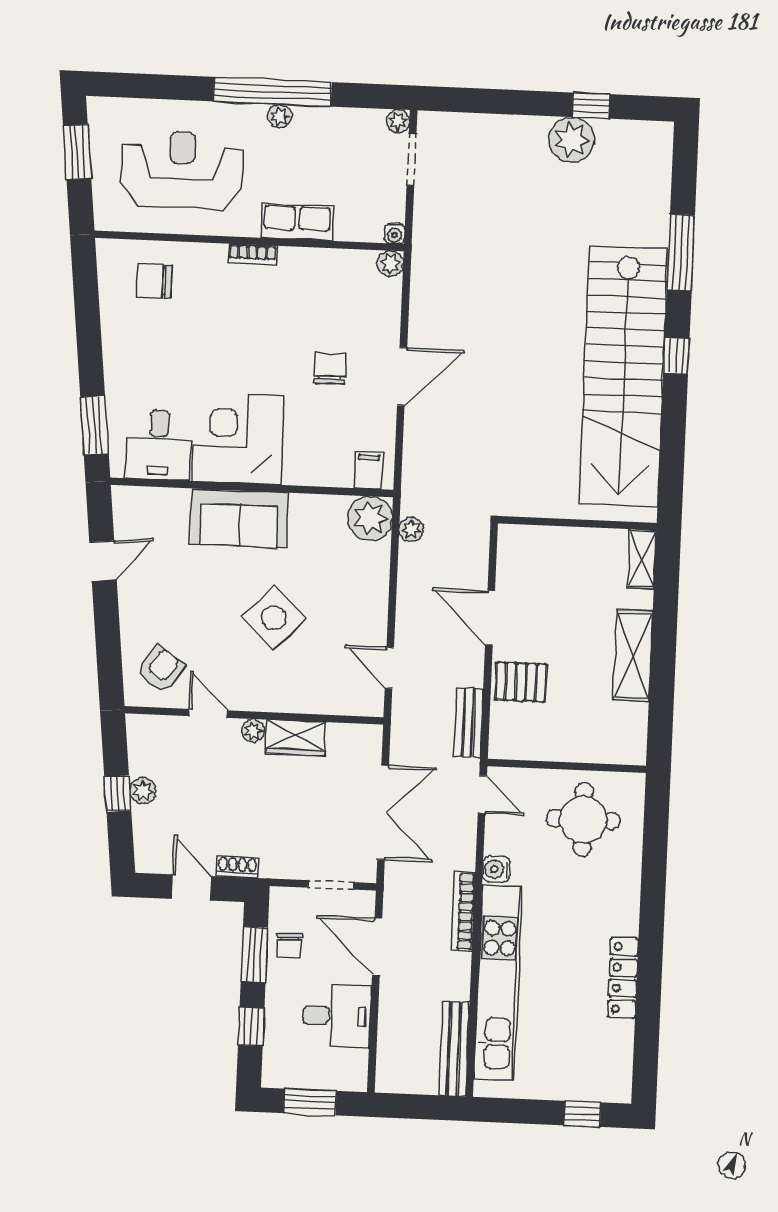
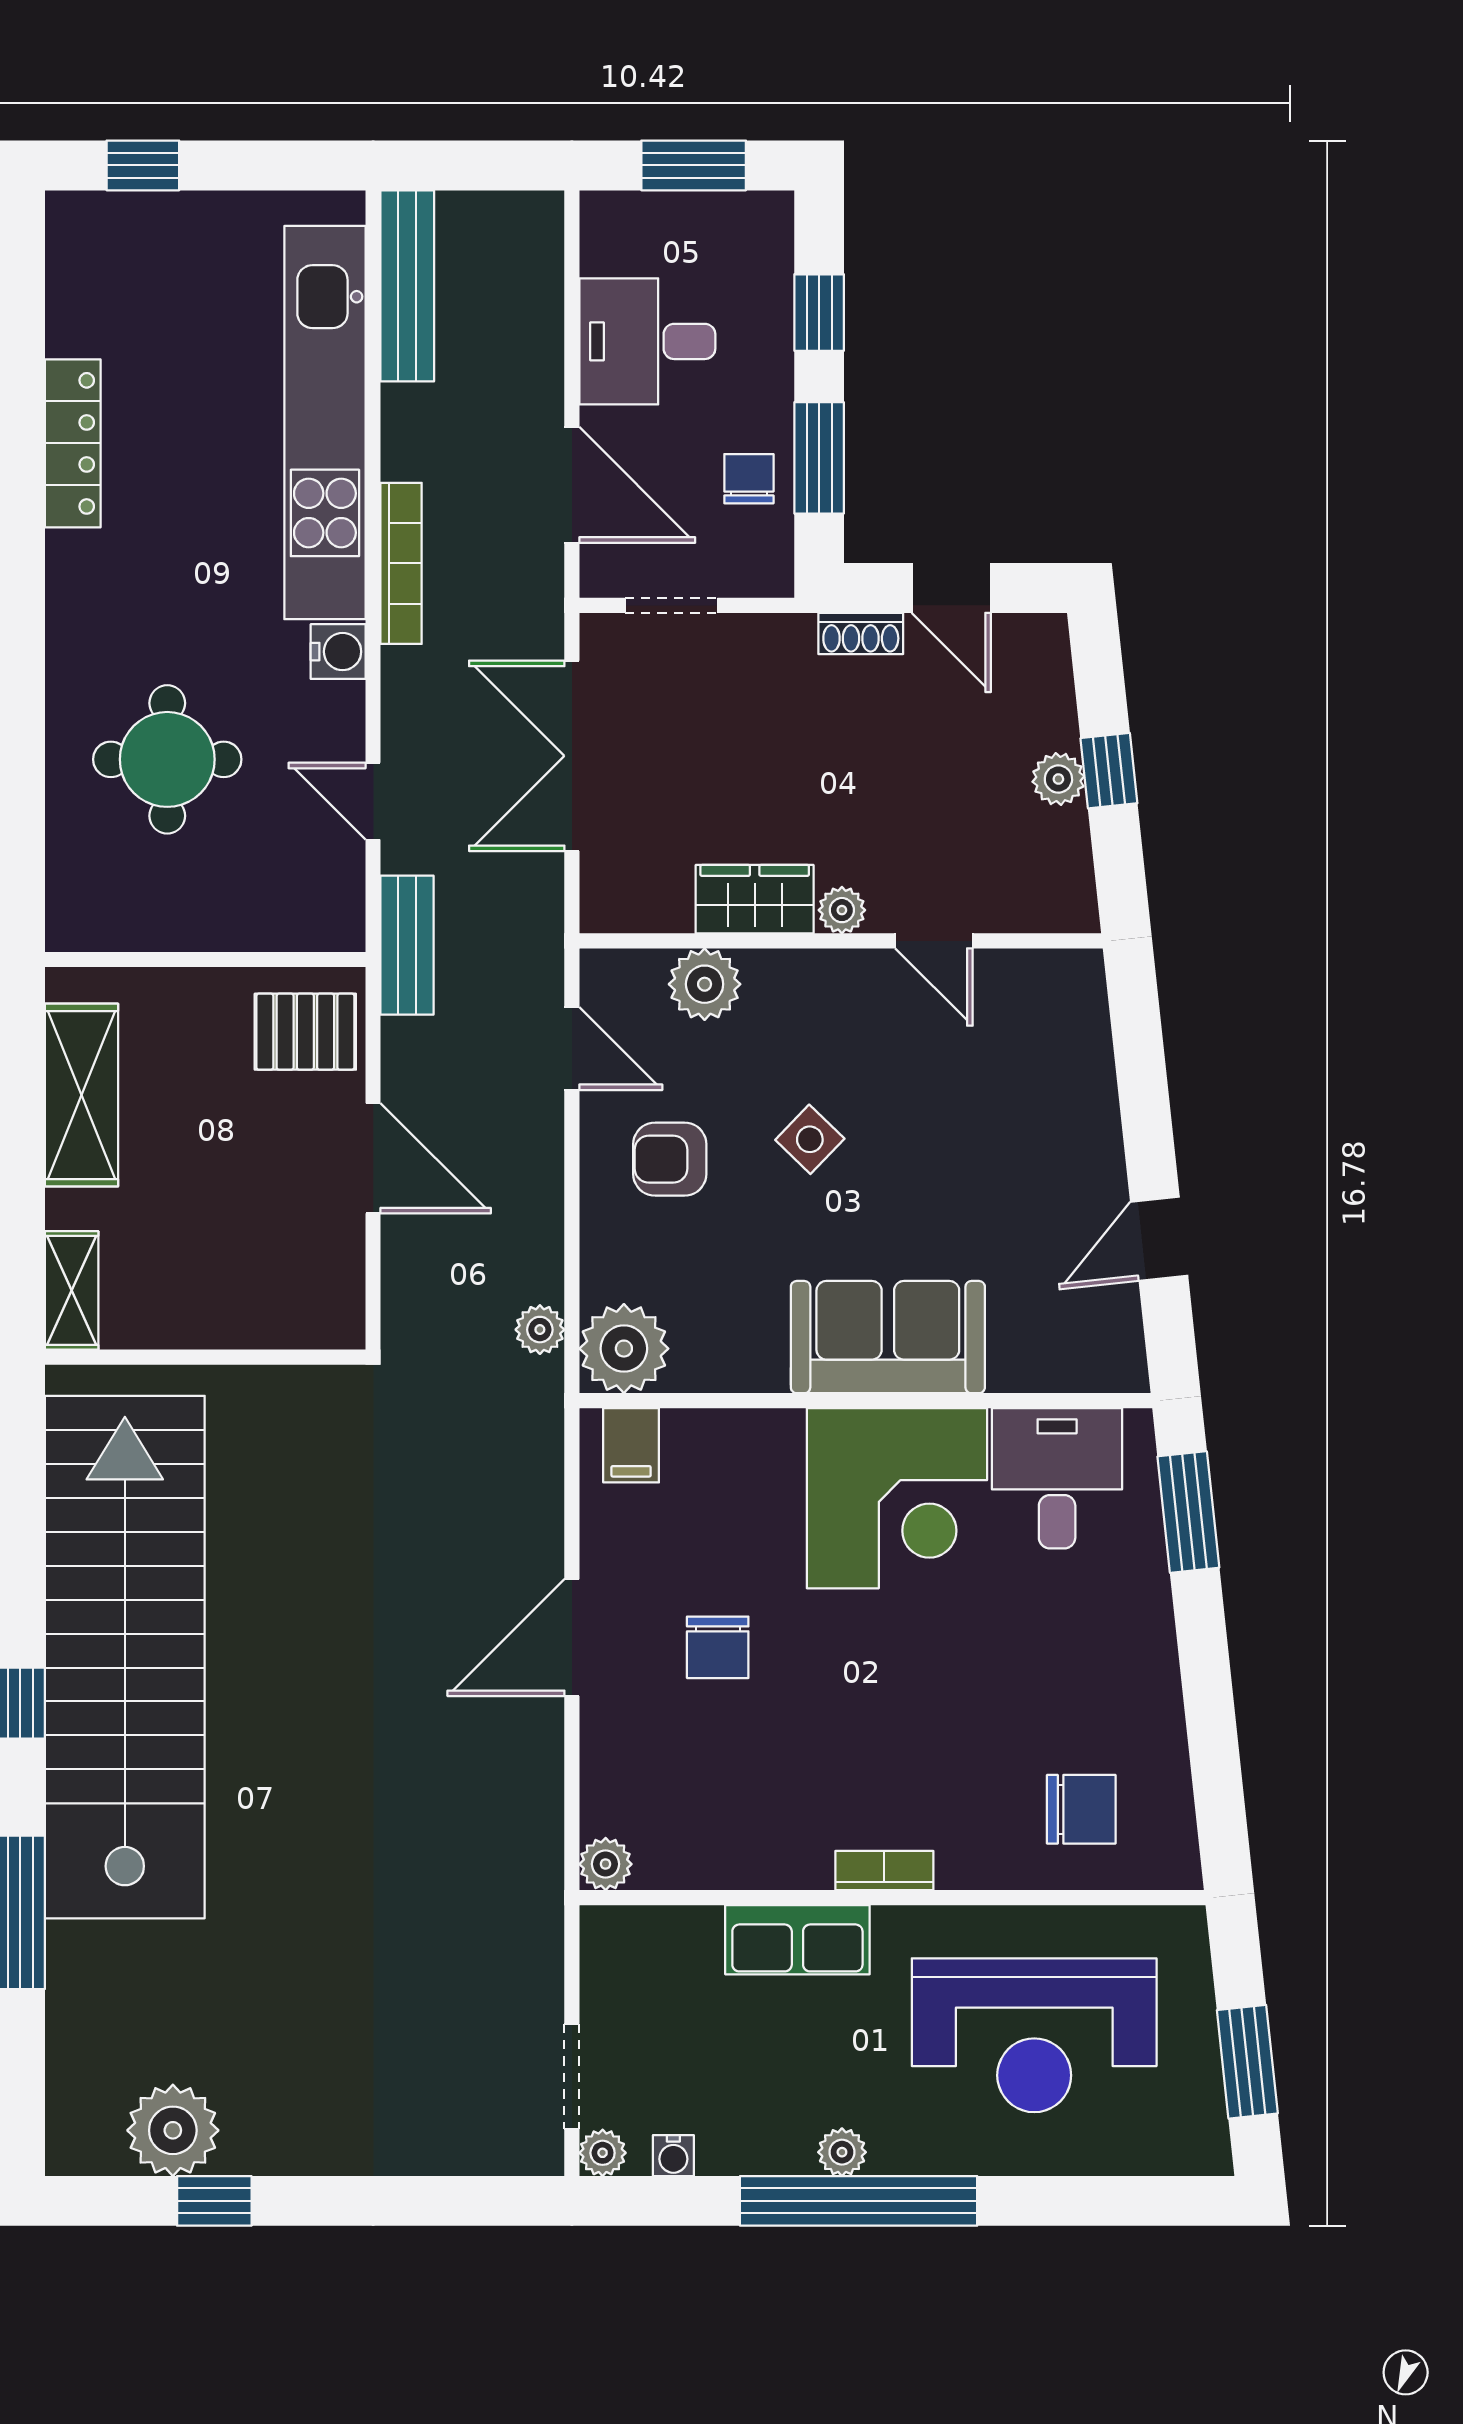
plant: (572, 140) -> (173, 2130), moved
water cooler: (394, 233) -> (673, 2156), moved, turned 180
side table: (274, 618) -> (810, 1139), width x0.54, depth x0.54
armchair: (160, 669) -> (670, 1159), moved, turned 55
plant: (322, 697) -> (705, 984), added
wall: (567, 766) -> (205, 959), moved

